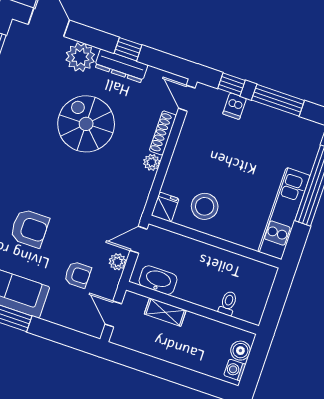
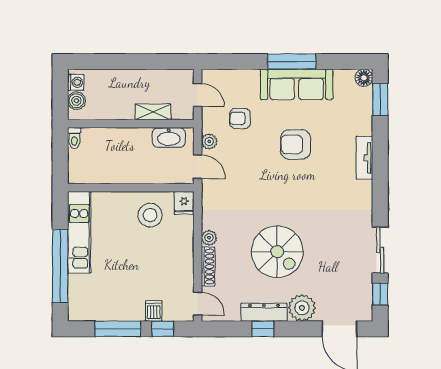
door: (139, 240) -> (198, 167), hinge flipped
toilet: (228, 303) -> (74, 138), moved

